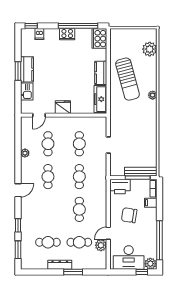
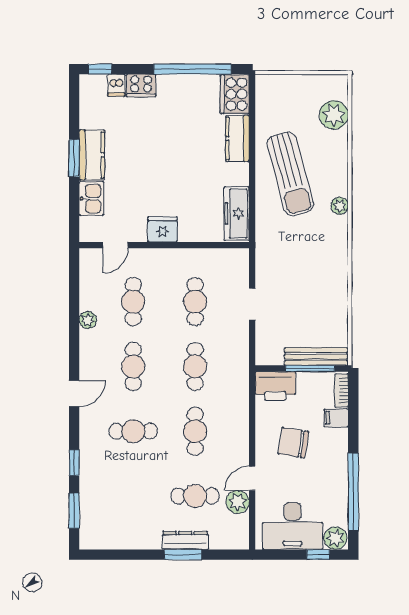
cooker: (67, 34) -> (141, 85), moved
kitchen counter: (101, 73) -> (237, 139), moved
cafe table: (48, 242) -> (133, 431), moved
dresser: (60, 265) -> (185, 540), moved

